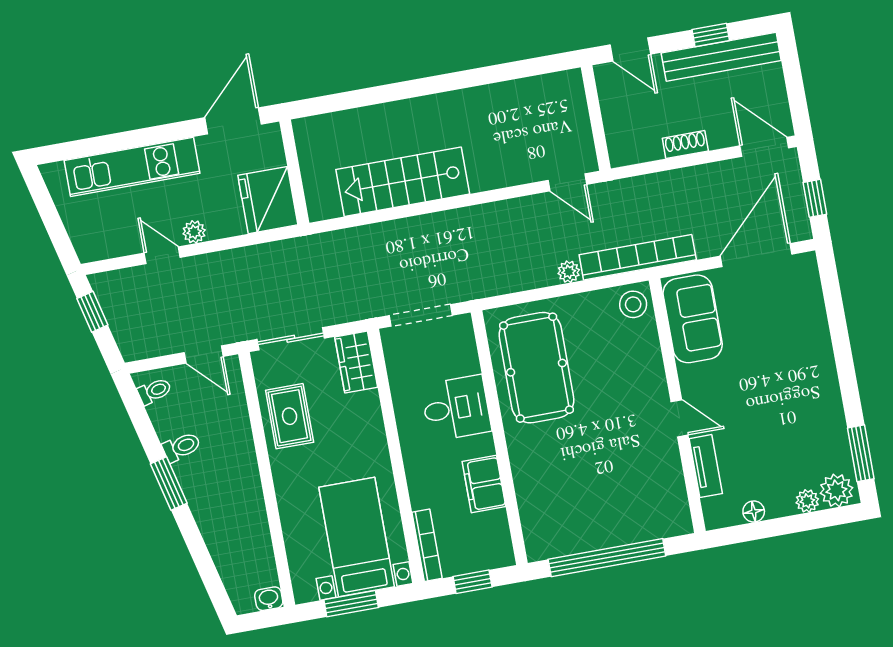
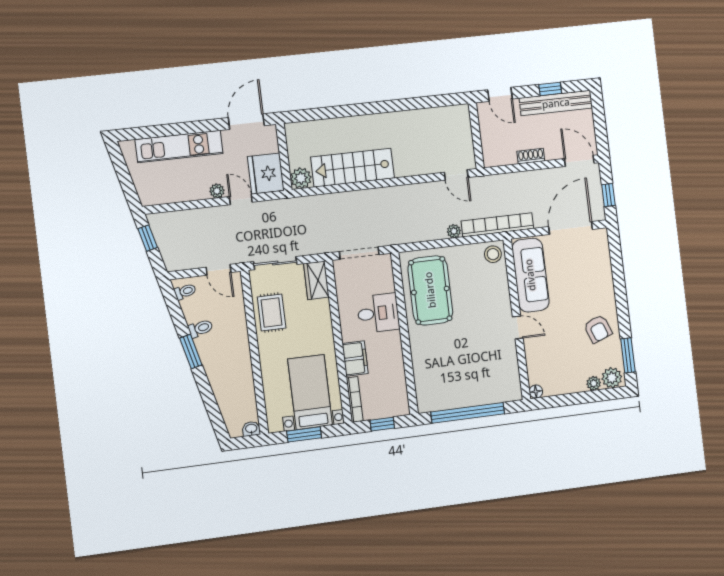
plant: (323, 204) -> (301, 178), added
door: (162, 255) -> (241, 199), moved
sofa: (693, 319) -> (530, 275), width x1.36
armchair: (809, 414) -> (598, 329), added
tv unit: (706, 466) -> (532, 358), removed
filing cabinet: (484, 484) -> (355, 358), moved, turned 180
floor lamp: (754, 512) -> (536, 392), moved

